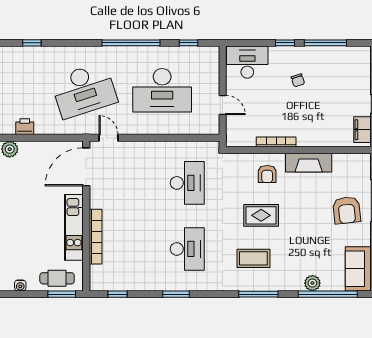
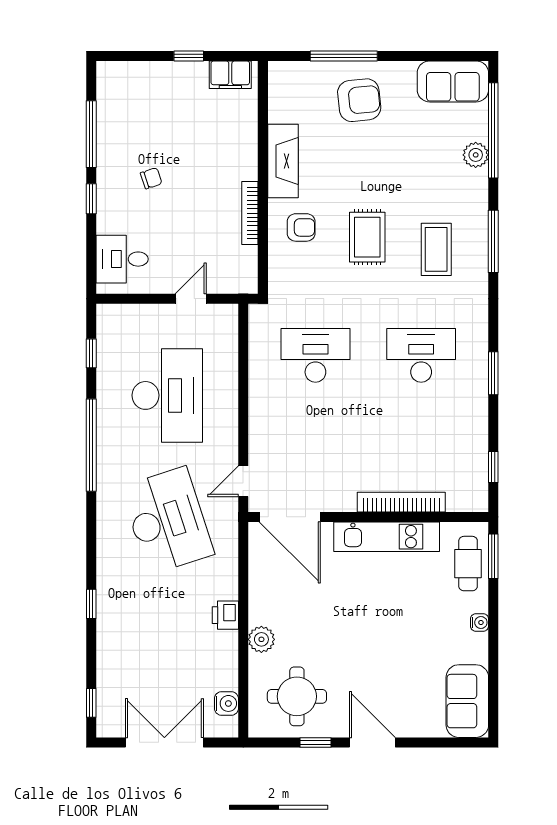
desk: (247, 62) -> (122, 259), width x0.73

